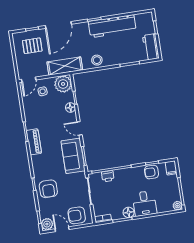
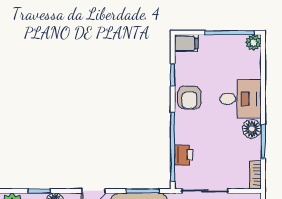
armchair: (151, 172) -> (189, 98), moved

